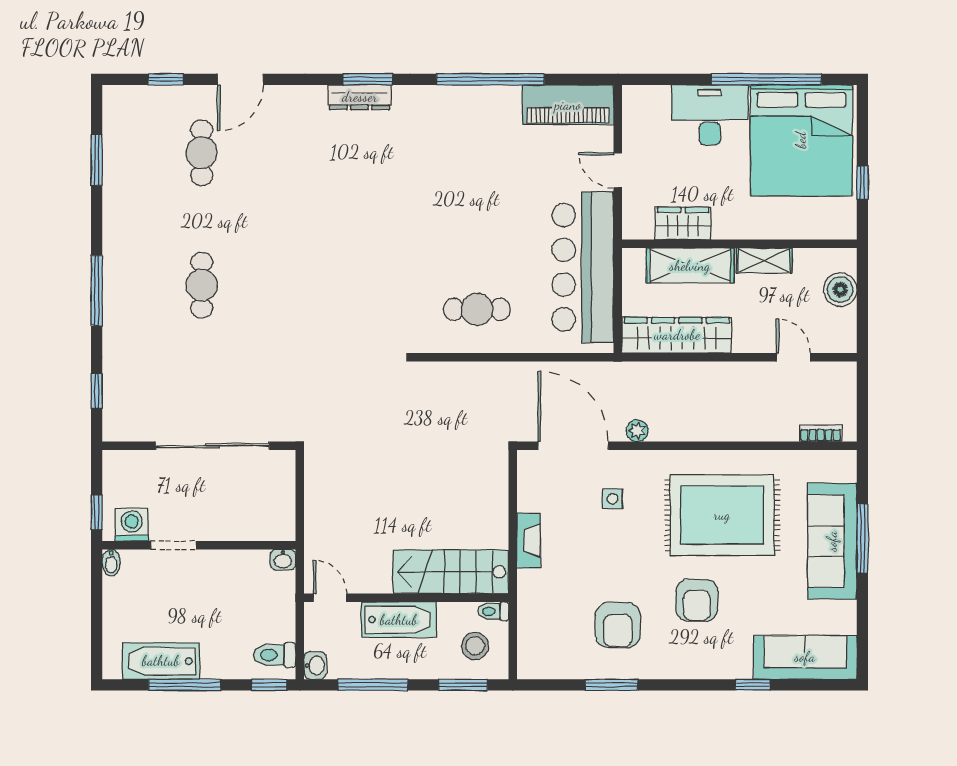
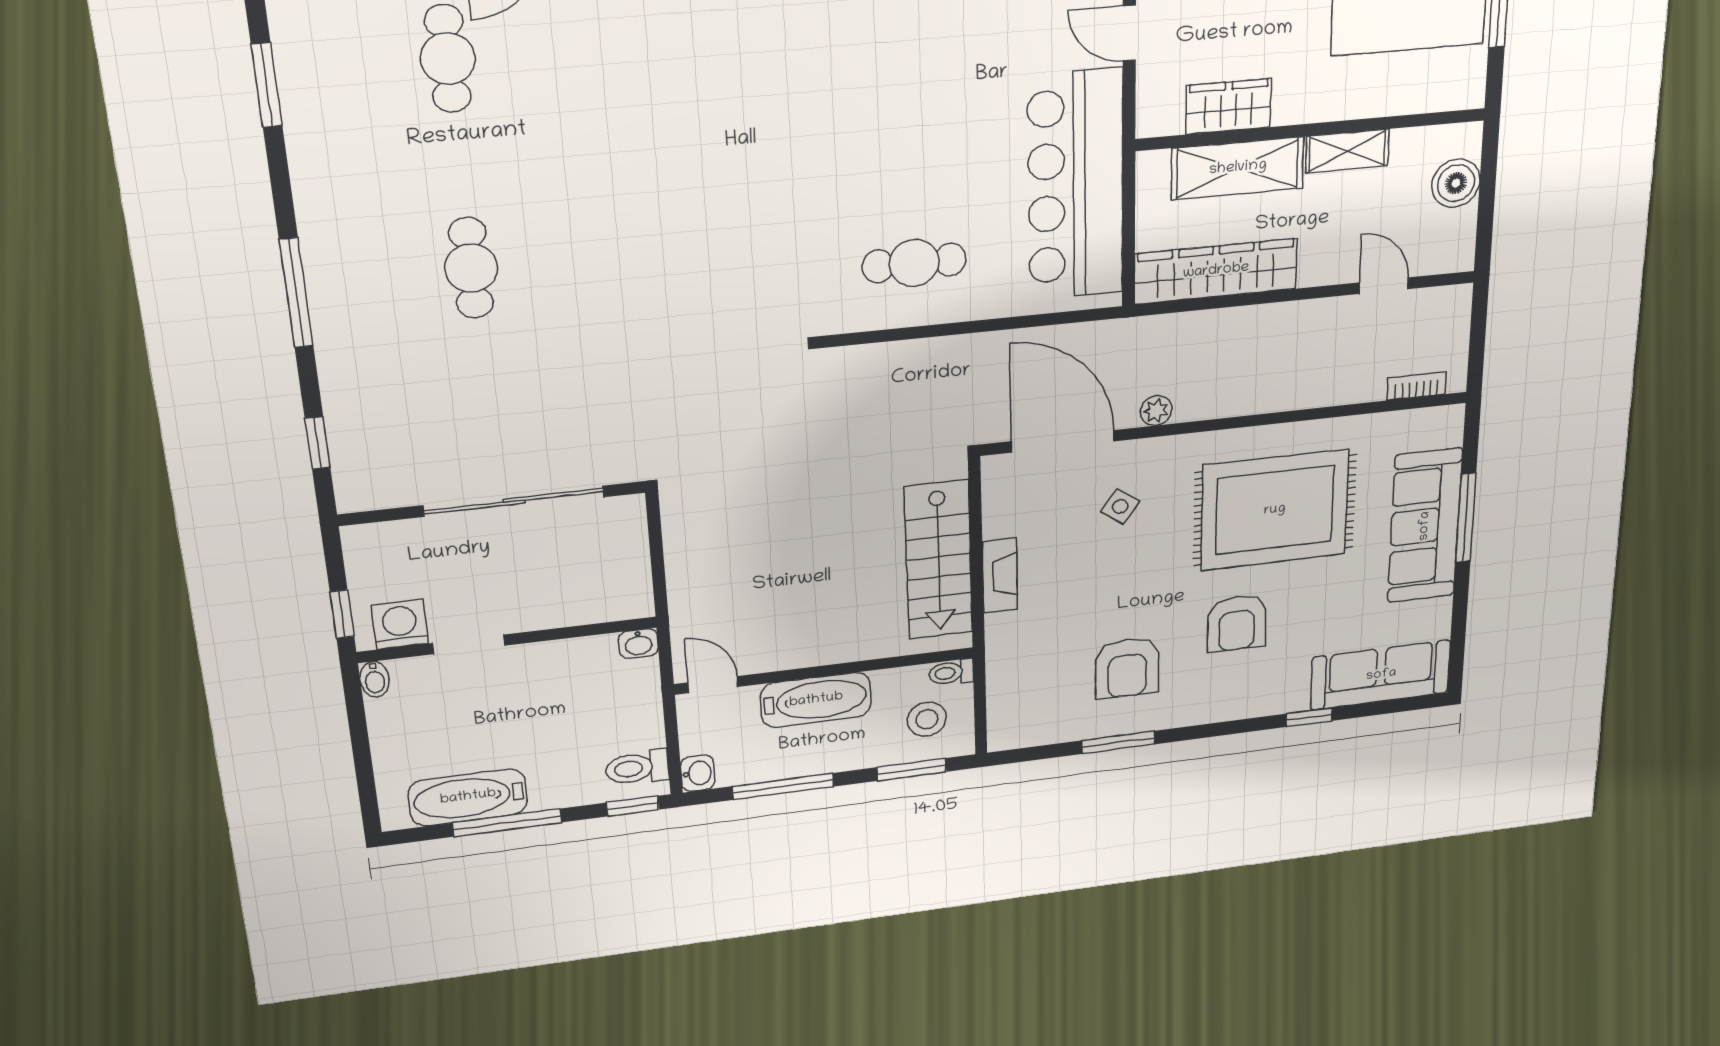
side table: (613, 499) -> (1120, 507), turned 36
stairs: (451, 572) -> (939, 560), moved, turned -90

